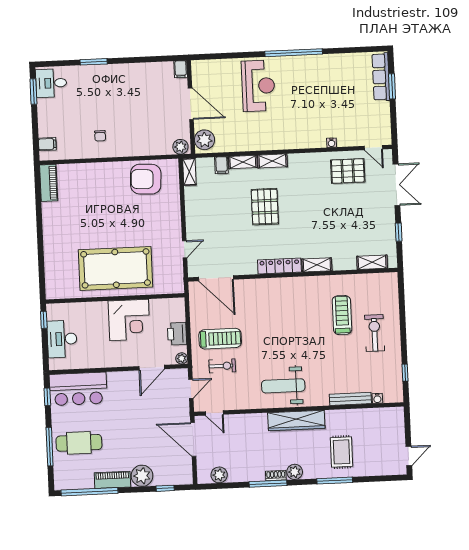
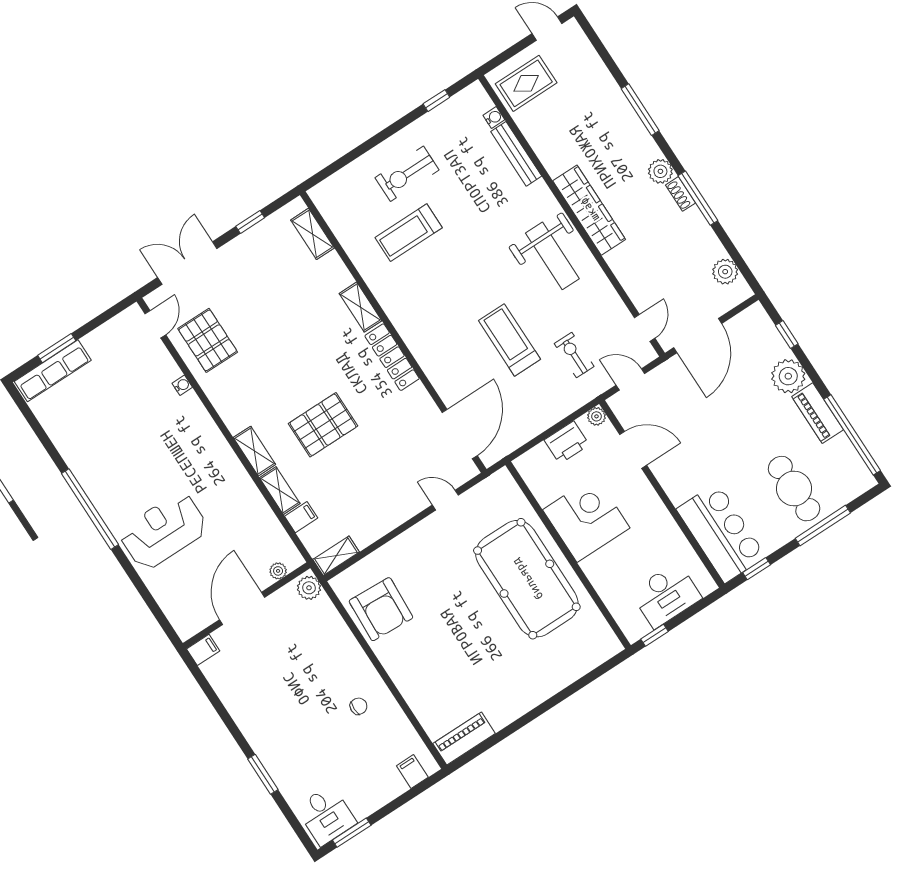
plant: (204, 140) -> (278, 571), width x0.53, depth x0.53
treadmill: (220, 339) -> (509, 340), moved
rug: (342, 452) -> (526, 83), moved

